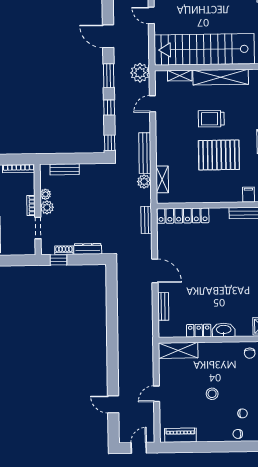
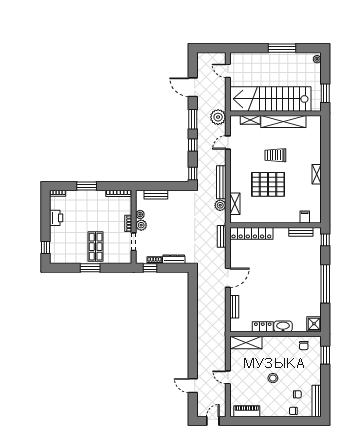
pallet: (219, 155) -> (268, 184), moved
door: (155, 271) -> (228, 278), hinge flipped
door: (157, 394) -> (228, 377), hinge flipped

